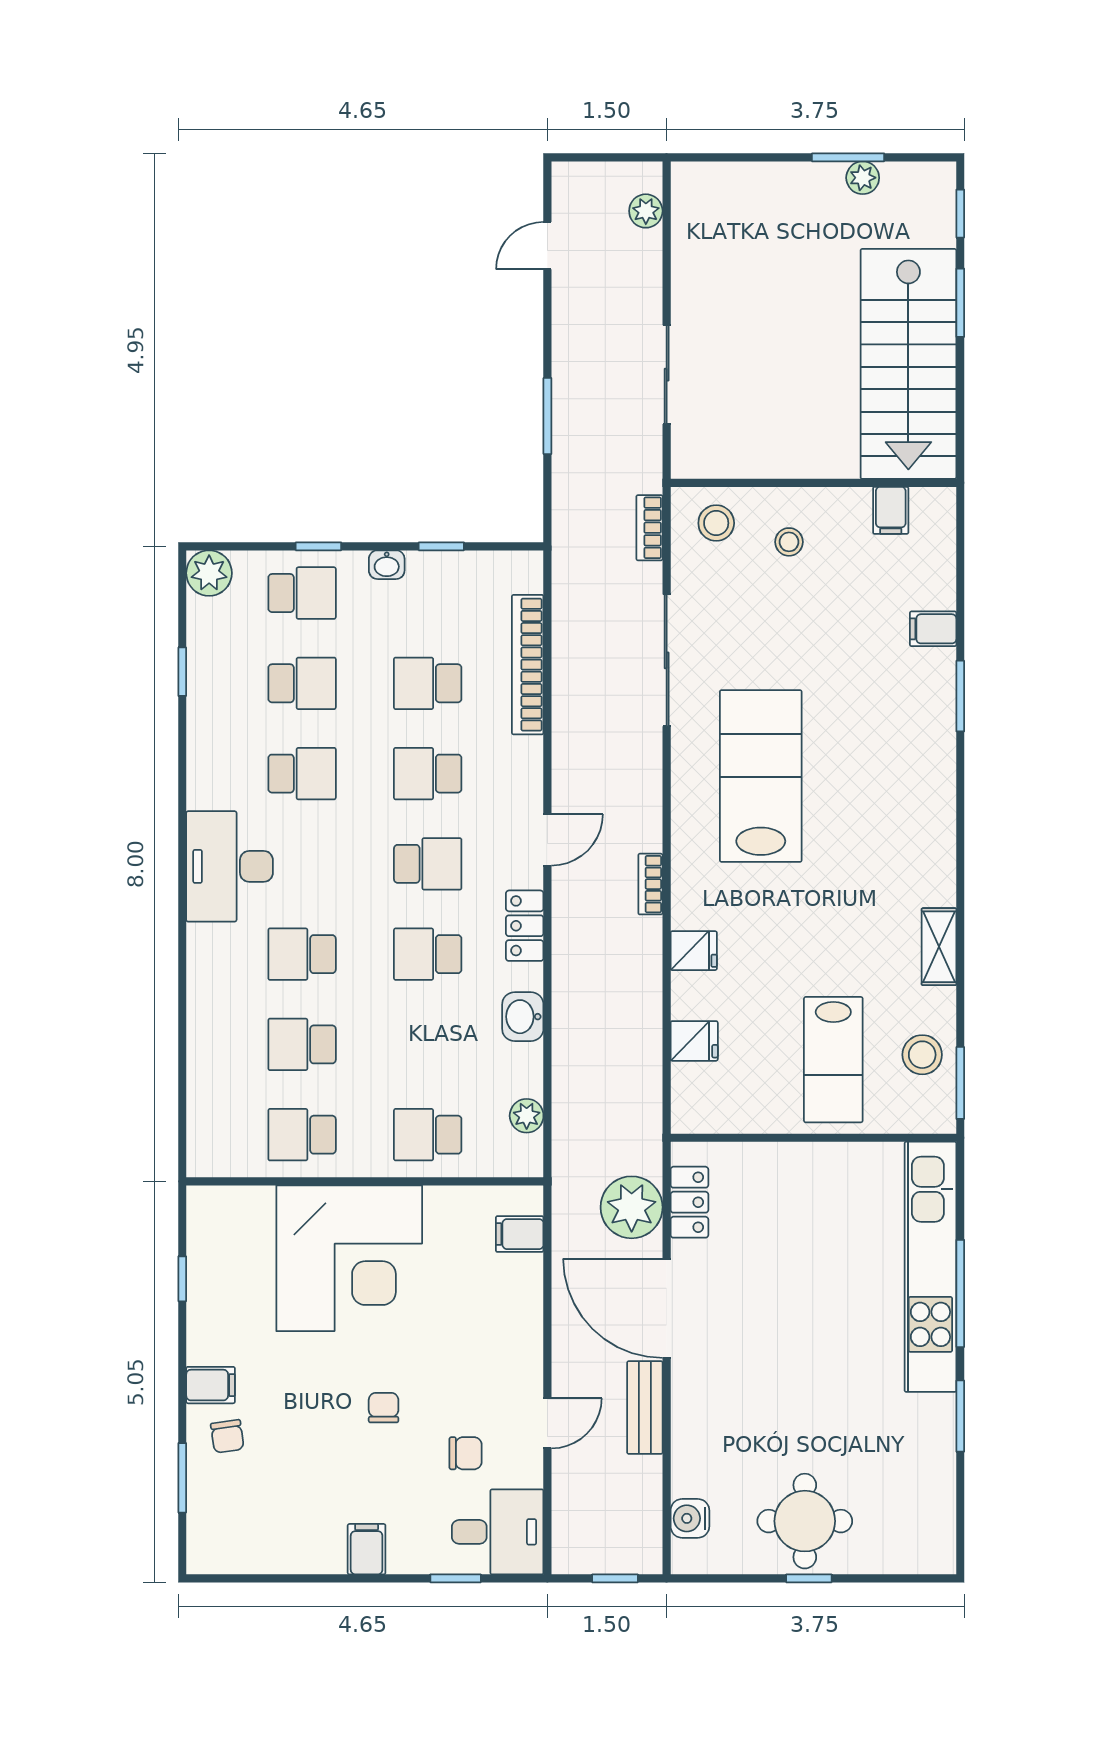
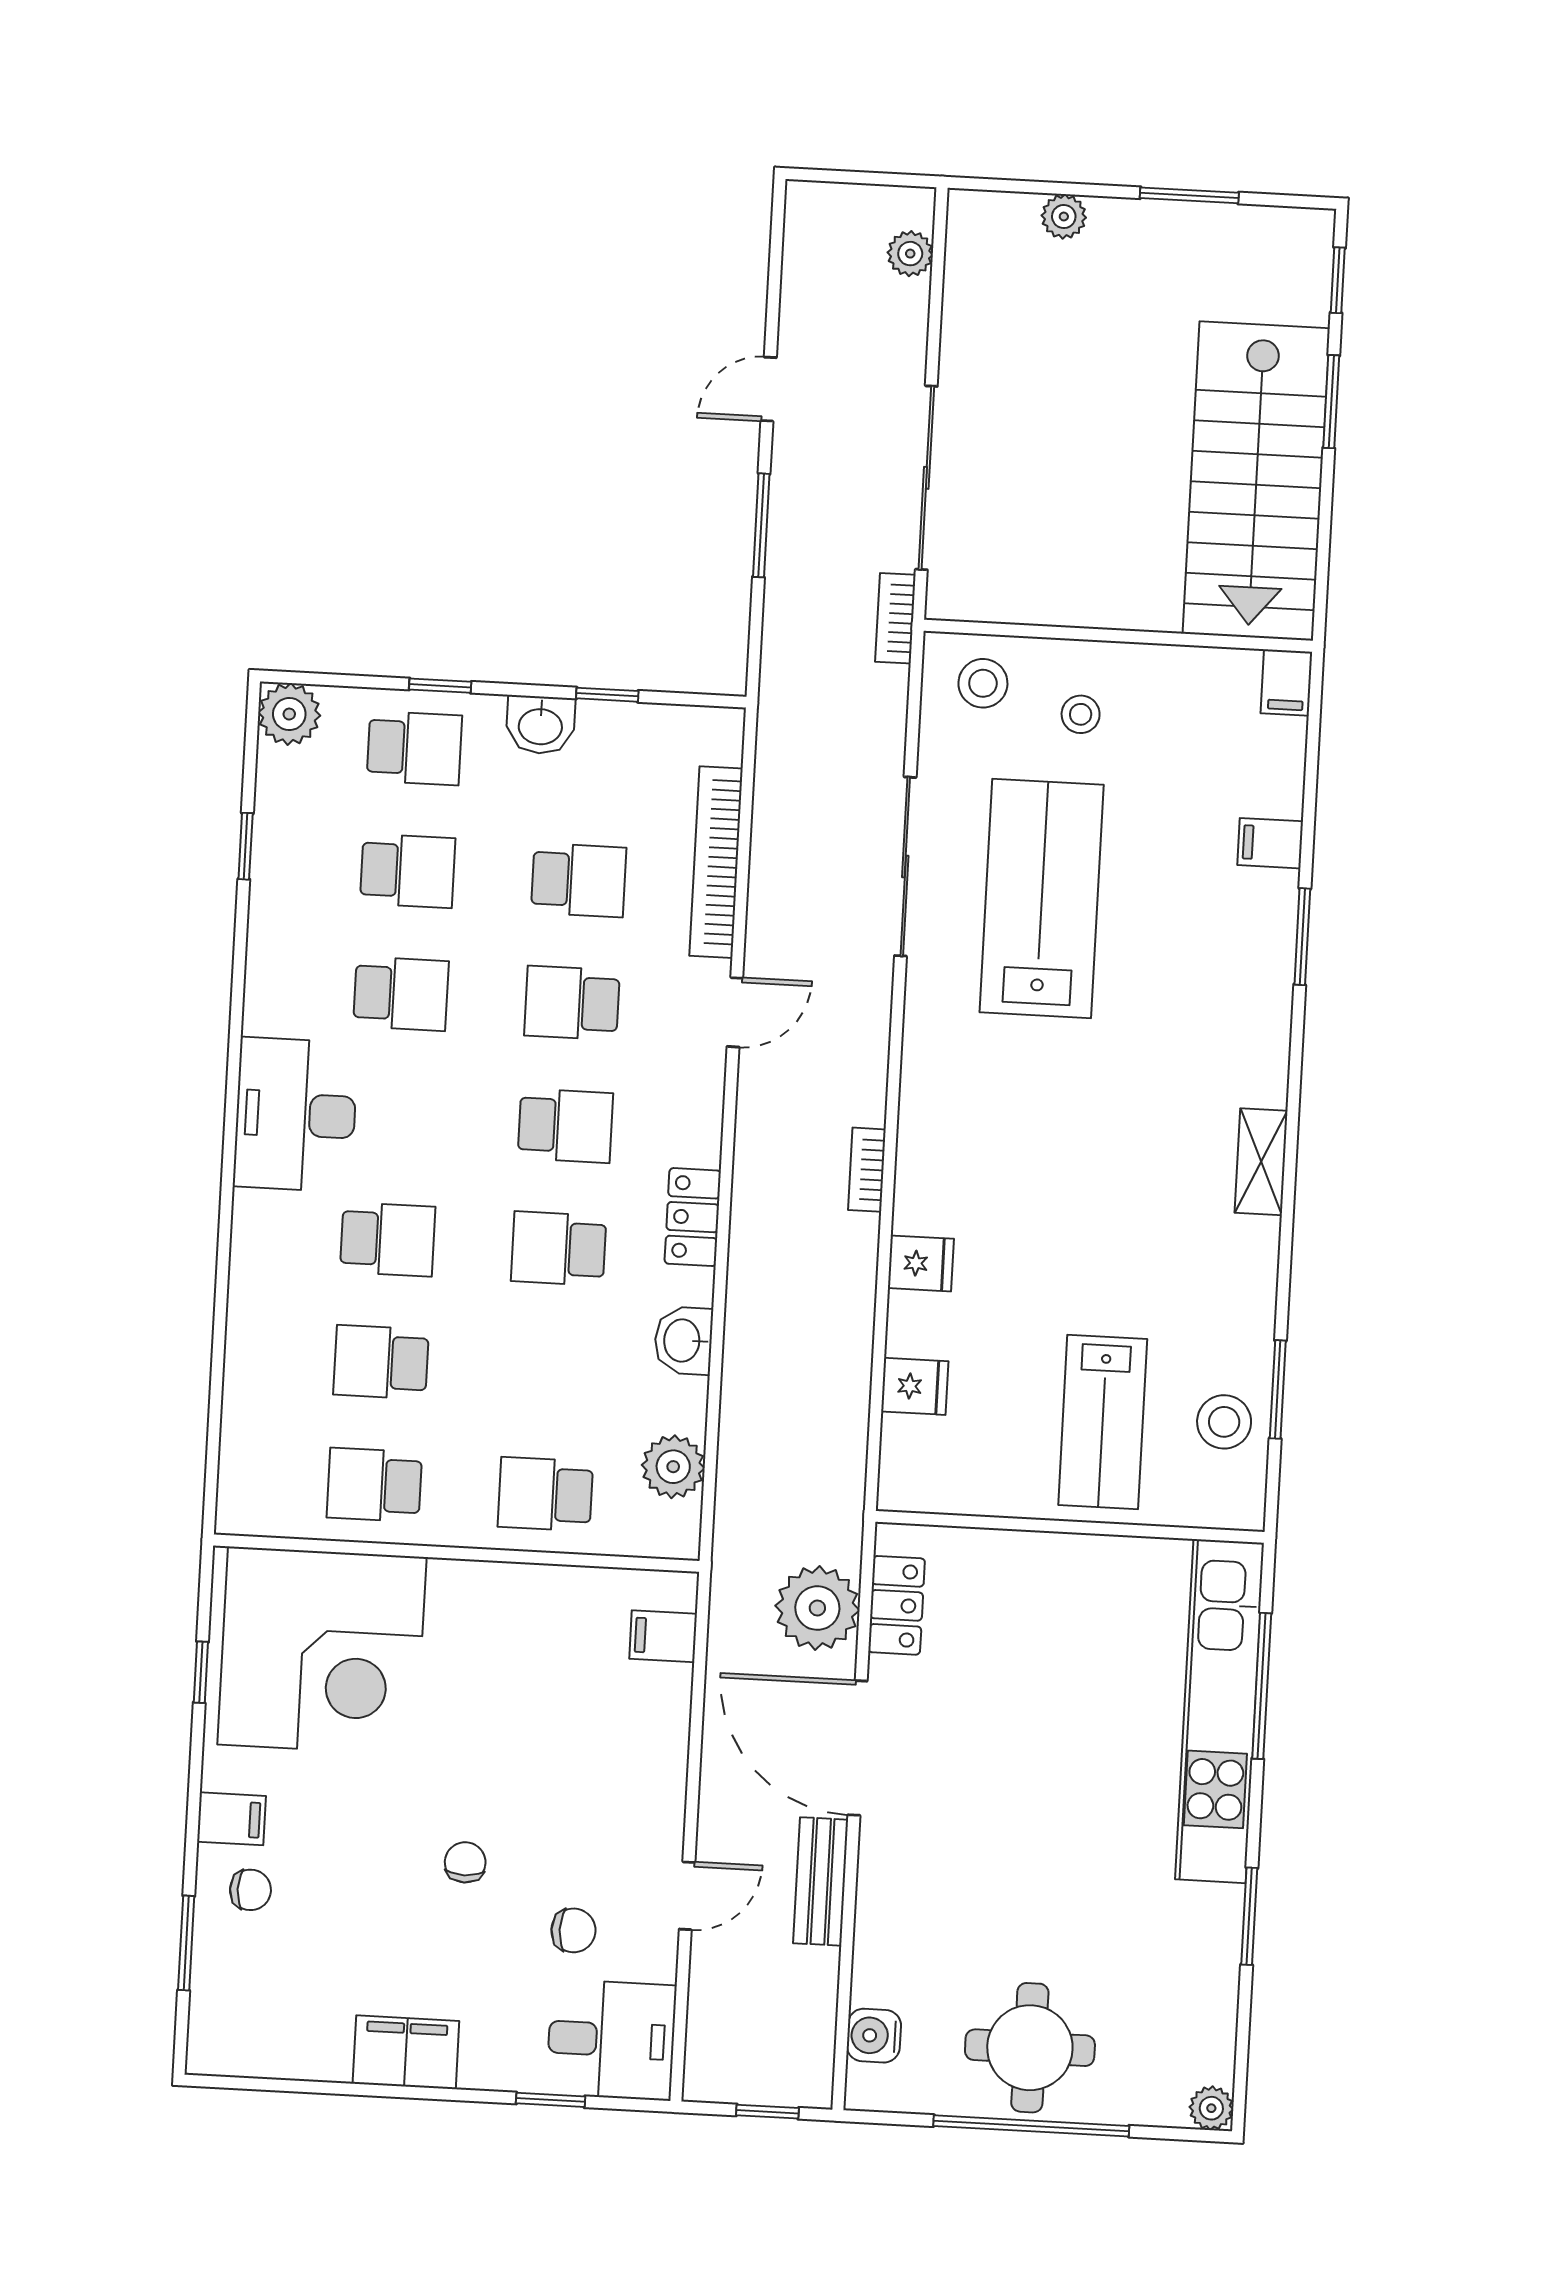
plant: (863, 178) -> (1064, 217), moved
door: (547, 246) -> (769, 389), moved
sliding door: (667, 375) -> (926, 478), width x1.37
filing cabinet: (891, 510) -> (1286, 682), moved
bookcase: (649, 528) -> (895, 618), moved
washbasin: (387, 565) -> (540, 725), width x1.38, depth x1.45
school desk: (428, 683) -> (579, 880), turned 180
lab bench: (761, 776) -> (1042, 899), moved
door: (547, 840) -> (735, 1012), moved
shelving: (939, 947) -> (1261, 1162), moved
school desk: (302, 954) -> (388, 1239), turned 180
window: (960, 1083) -> (1278, 1389), moved
plant: (527, 1116) -> (673, 1467), width x1.38, depth x1.38
corner desk: (349, 1258) -> (322, 1651), moved
window: (960, 1293) -> (1262, 1686), moved
chair: (227, 1436) -> (250, 1890), turned -82
filing cabinet: (367, 1549) -> (406, 2052), width x2.00
plant: (940, 1558) -> (1211, 2108), added
window: (809, 1578) -> (1031, 2126), width x3.17

